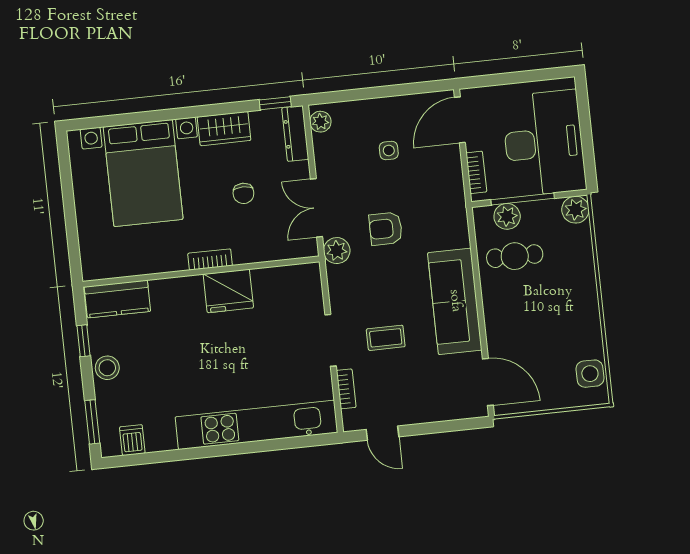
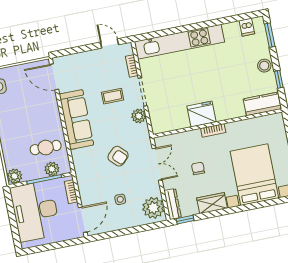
plant: (320, 122) -> (153, 208), width x1.88, depth x1.88
armchair: (386, 229) -> (118, 156), turned 45
plant: (337, 251) -> (139, 116), moved

